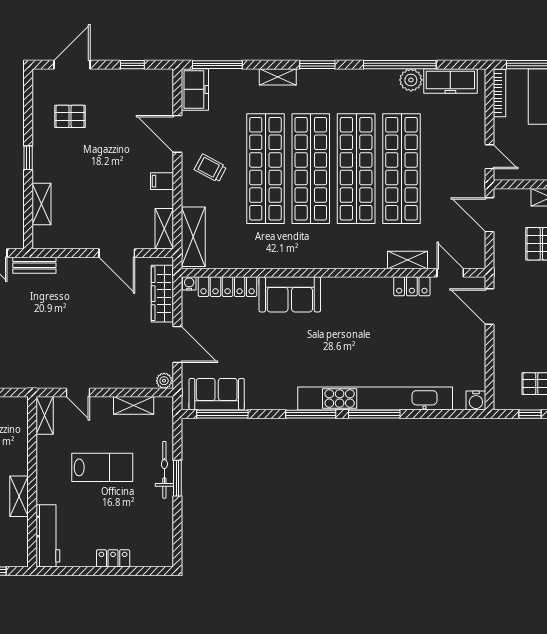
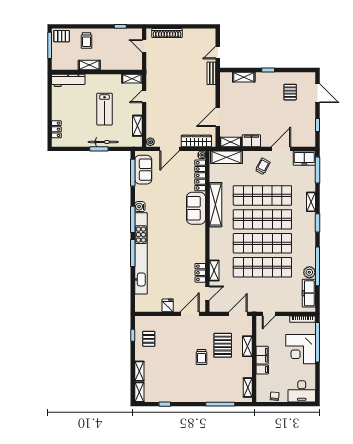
filing cabinet: (162, 181) -> (251, 141), width x2.00
shelving: (283, 257) -> (216, 205), added
fridge: (473, 348) -> (168, 305), added
water cooler: (476, 400) -> (140, 207), moved
locker: (113, 558) -> (56, 129), moved

